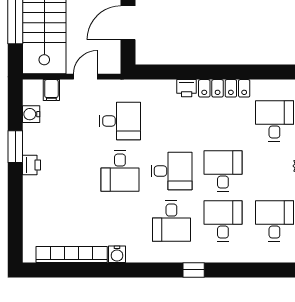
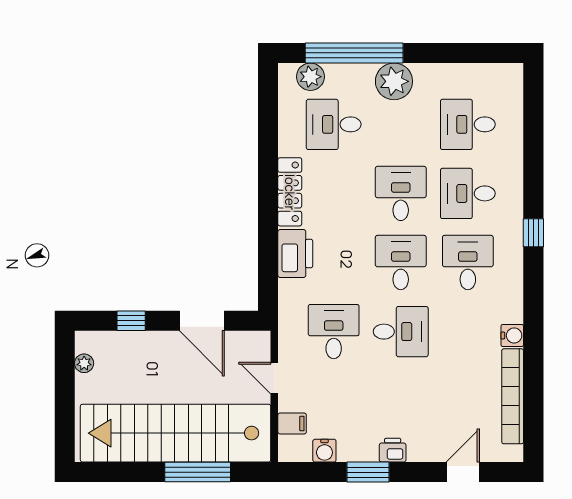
printer: (187, 88) -> (295, 253), width x1.87, depth x1.48
desk: (223, 171) -> (401, 193), turned 90
door: (15, 217) -> (463, 472), added
desk: (171, 221) -> (468, 263), turned -90

